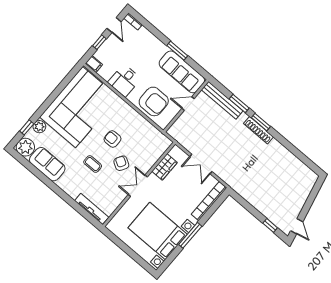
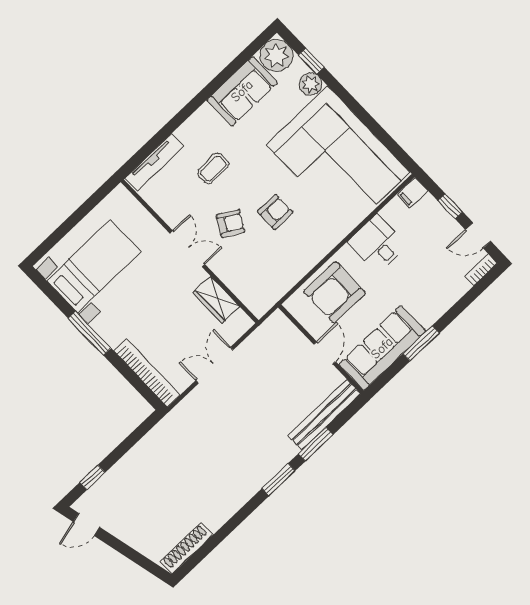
shoe rack: (258, 130) -> (187, 548), moved
coffee table: (93, 164) -> (213, 169), moved
bed with nightstands: (158, 231) -> (94, 266), width x0.73

